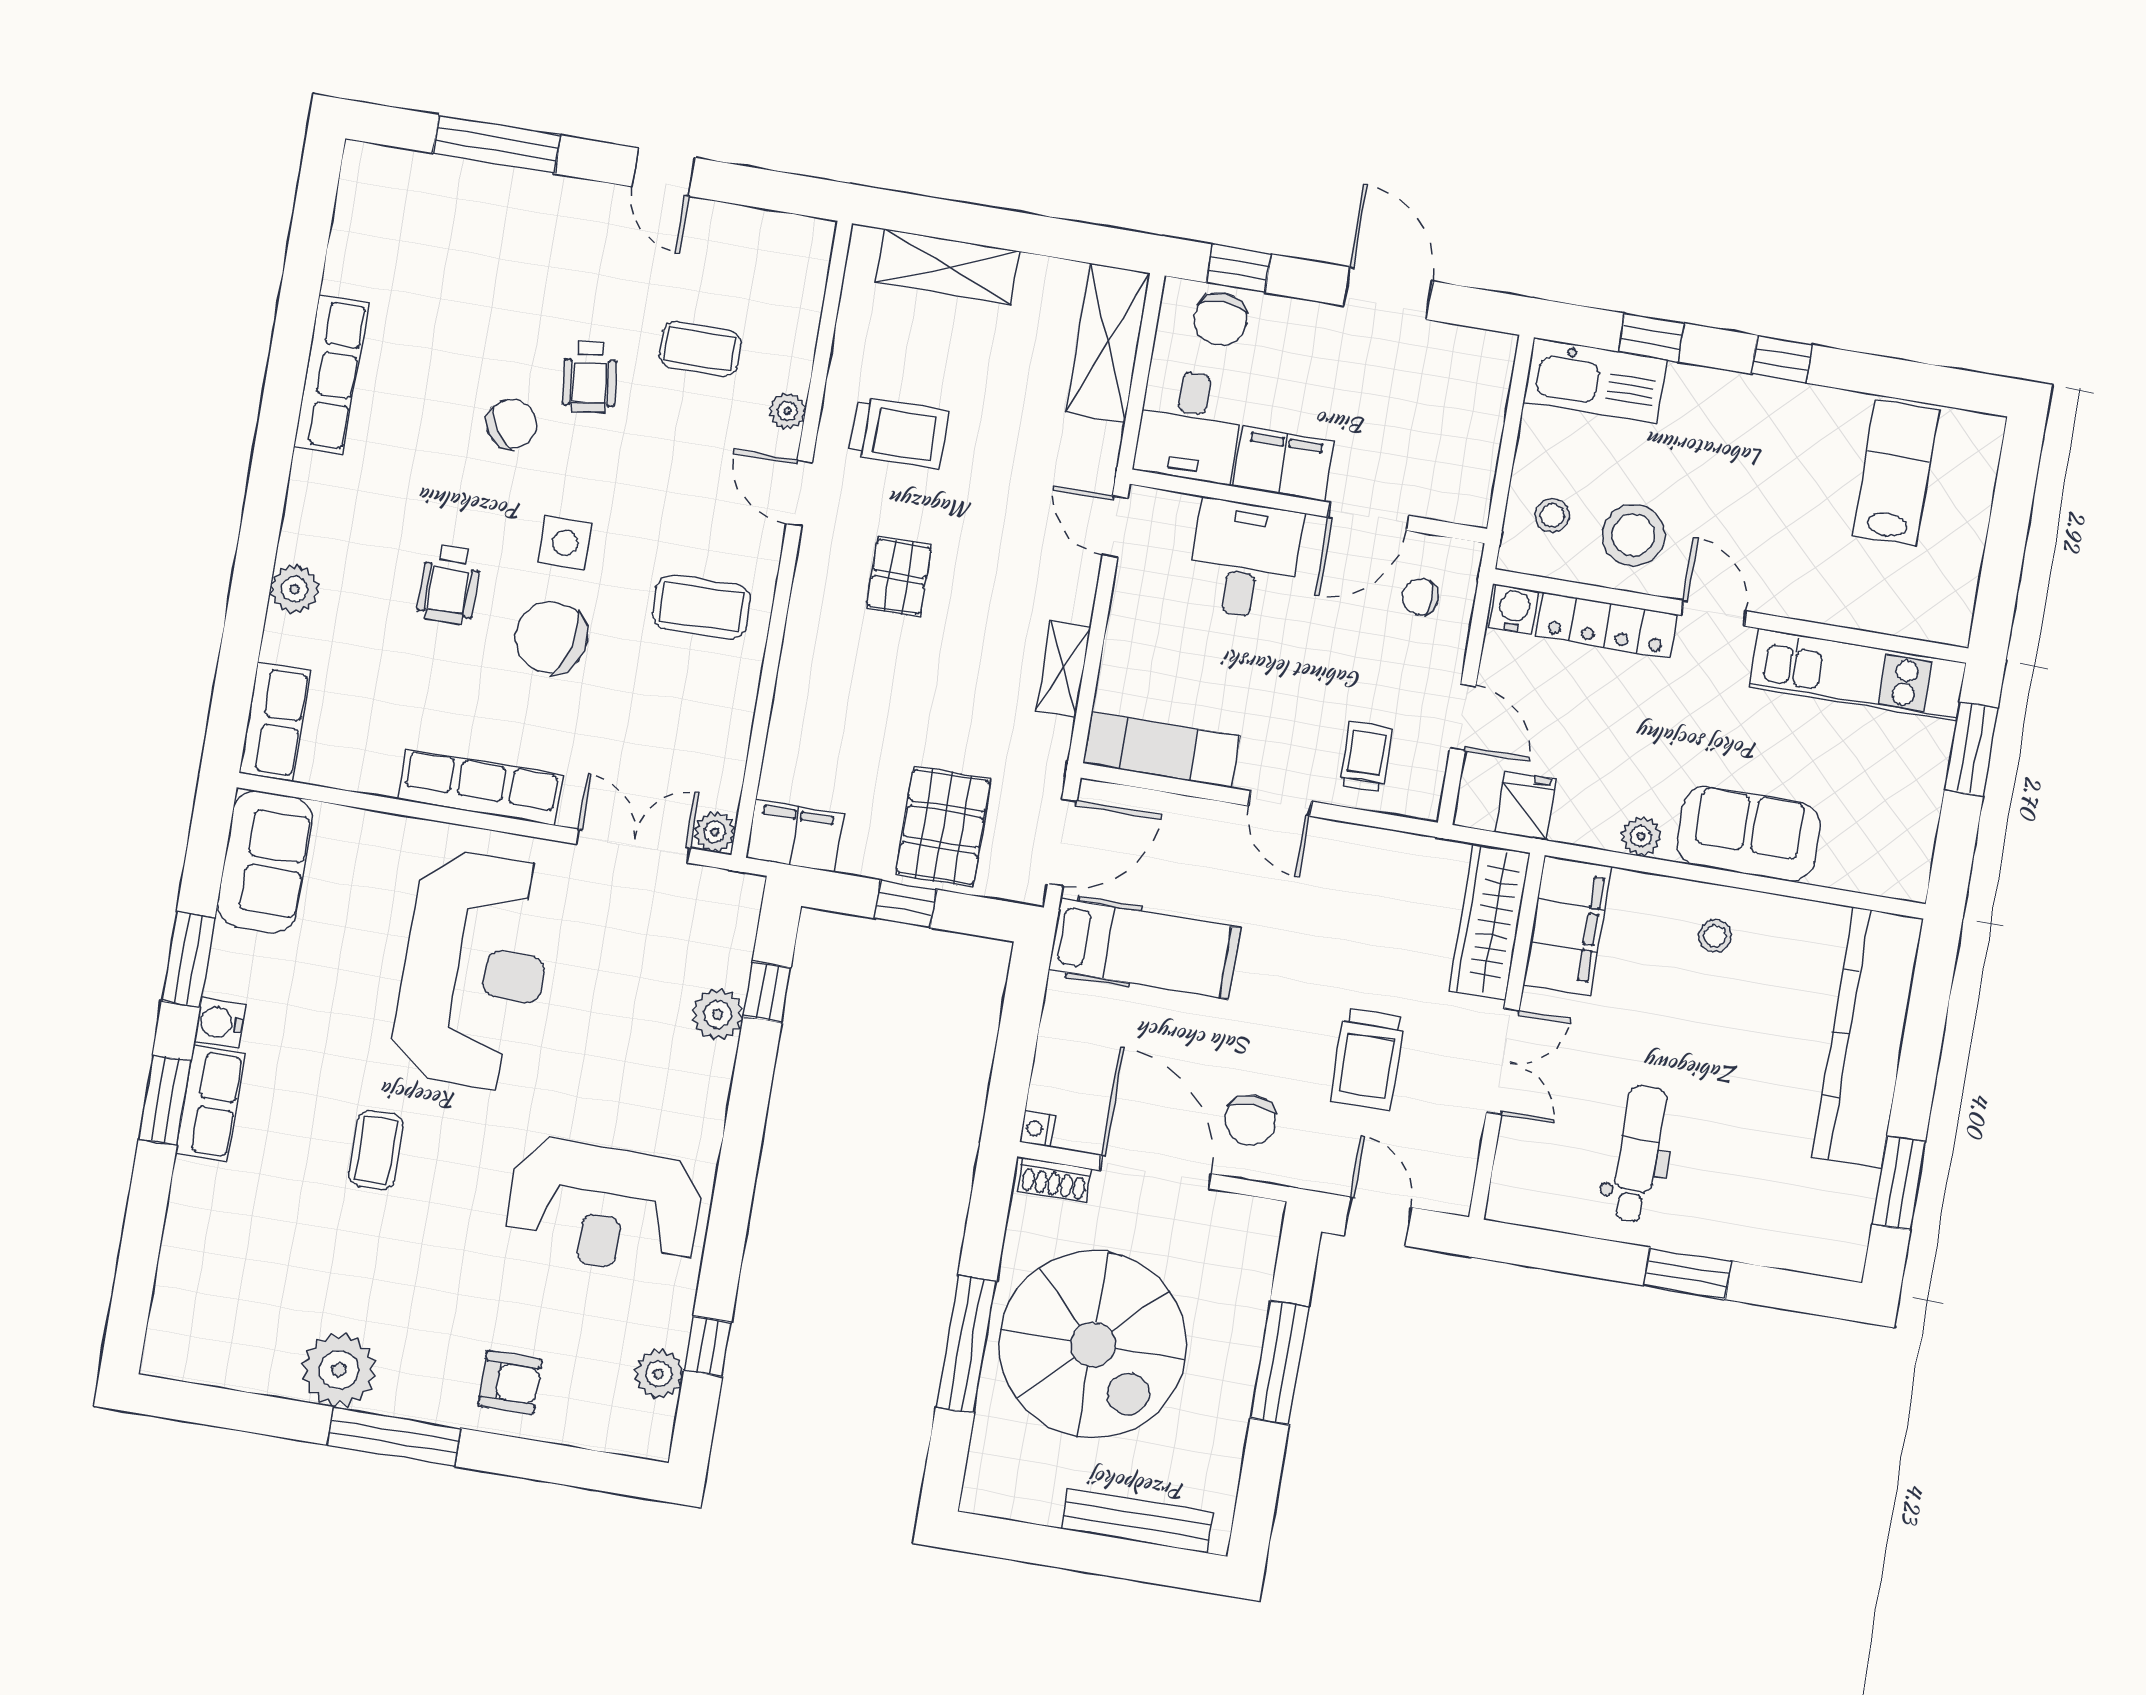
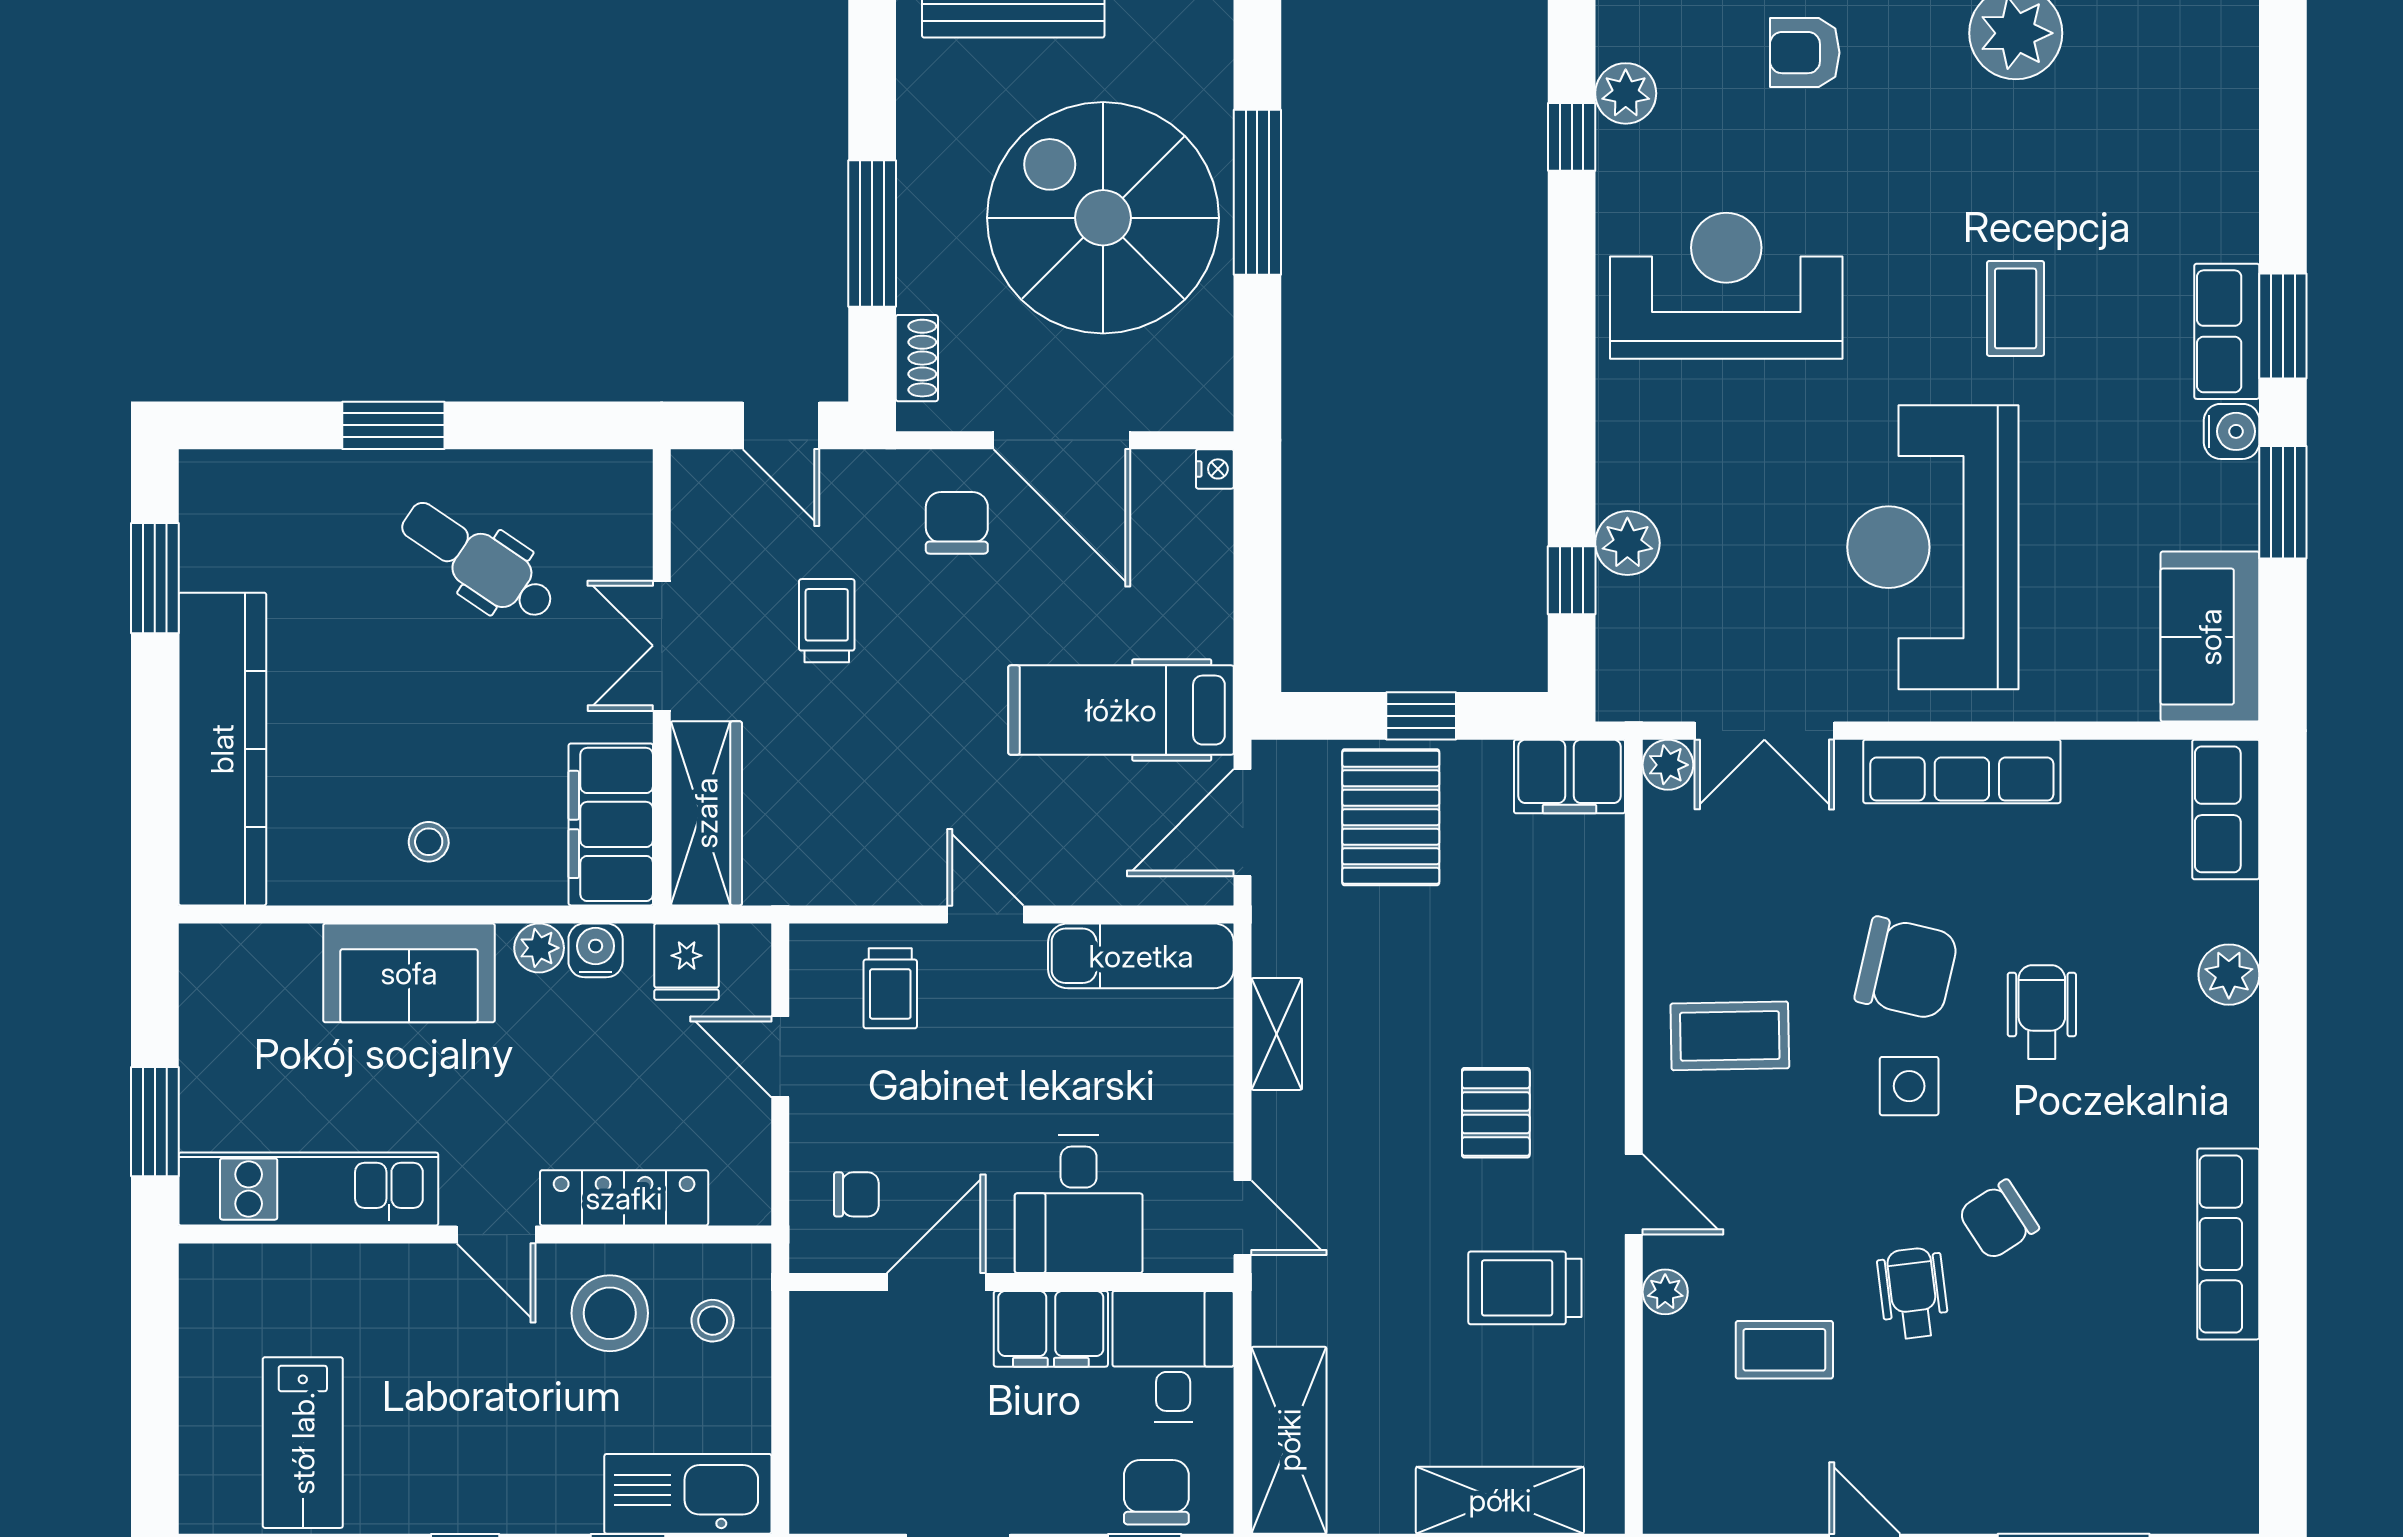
water cooler: (1514, 609) -> (596, 950), moved, turned 180
trolley: (1368, 1059) -> (827, 621), width x0.73, depth x0.72
dental chair: (1638, 1154) -> (478, 561), turned 124
shoe rack: (1054, 1180) -> (917, 358), moved, turned 90

